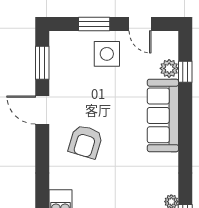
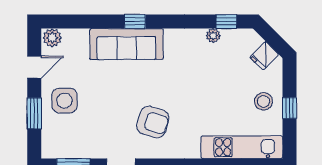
plant: (169, 68) -> (52, 38), moved
window: (185, 72) -> (135, 22), moved

